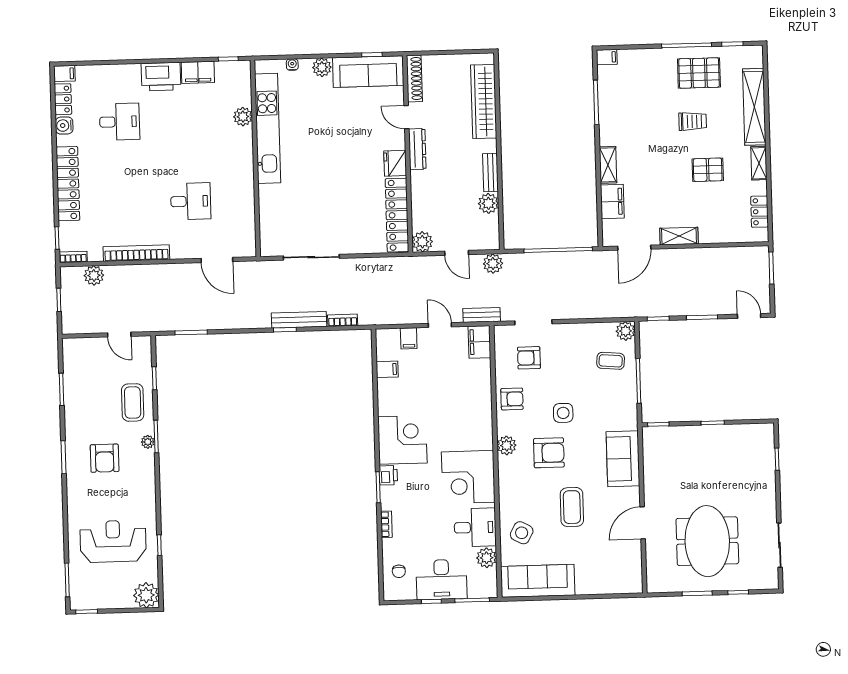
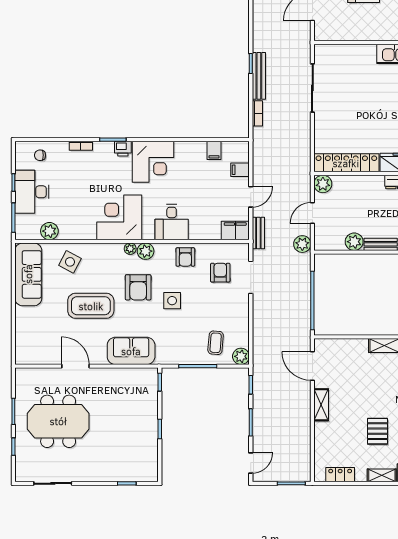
filing cabinet: (612, 201) -> (353, 348), removed
plant: (504, 463) -> (130, 249), added
coffee table: (572, 507) -> (91, 306), width x1.36, depth x1.32
desk: (475, 527) -> (172, 222), moved

